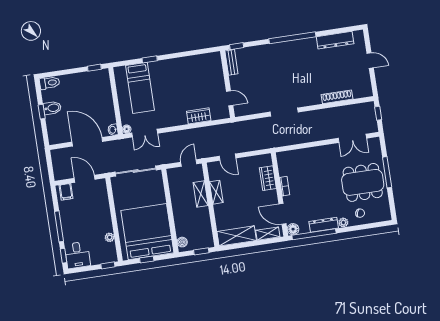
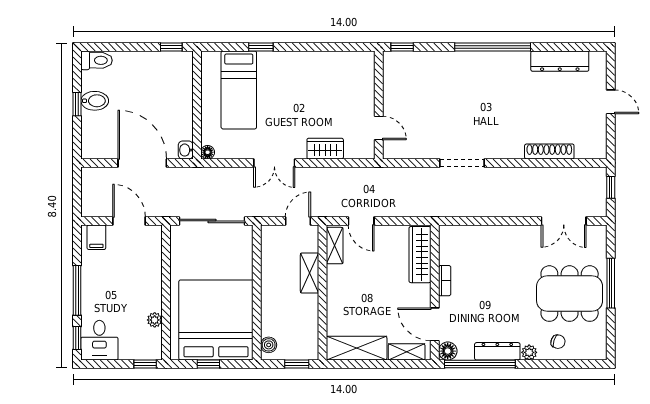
bench: (231, 62) -> (390, 71), removed
double door: (145, 133) -> (274, 163), moved
wardrobe: (268, 178) -> (420, 255), width x1.50
shelving: (216, 192) -> (335, 246), moved

